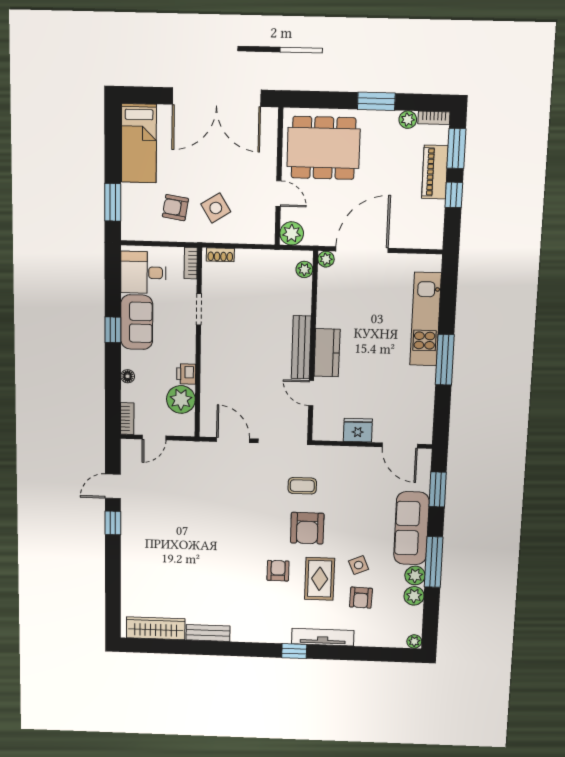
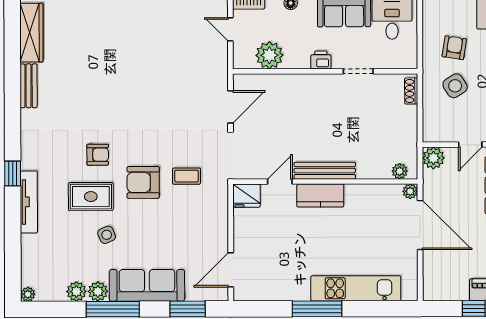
bookcase: (191, 263) -> (402, 63), removed
printer: (186, 374) -> (321, 60), moved
fridge: (358, 430) -> (247, 196), moved, turned 90
coffee table: (302, 486) -> (187, 176), turned 90
armchair: (361, 598) -> (72, 239), removed

